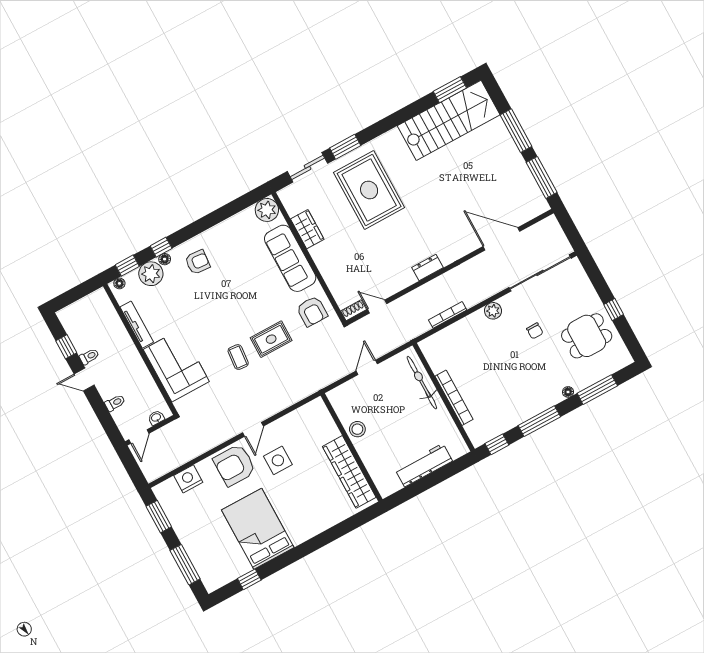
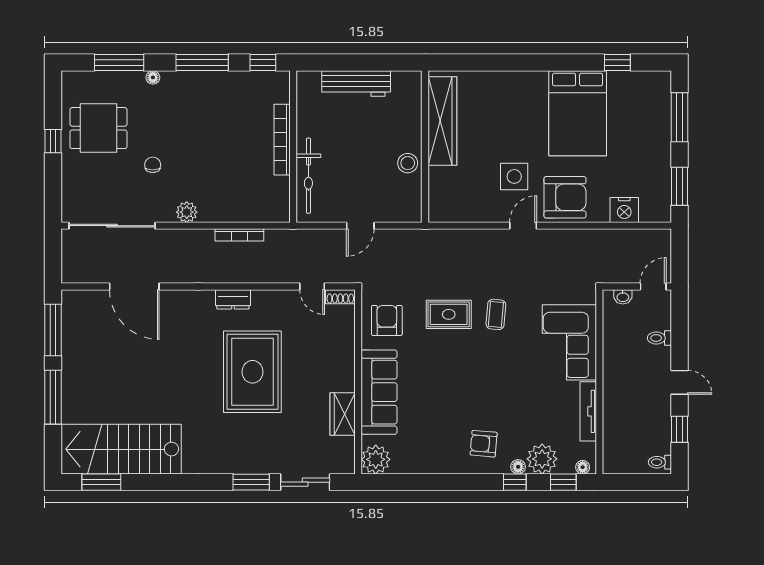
rug: (369, 190) -> (252, 372), moved
toilet: (89, 356) -> (660, 462), moved

